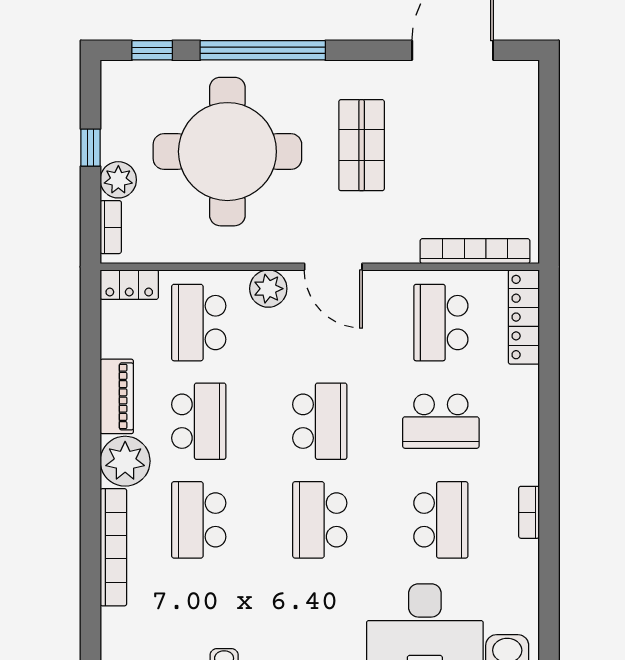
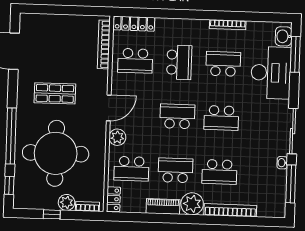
bookcase: (529, 512) -> (228, 25), width x1.56

